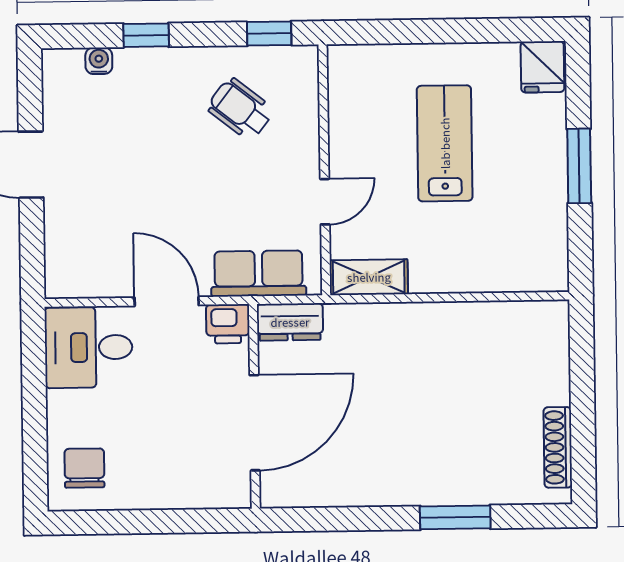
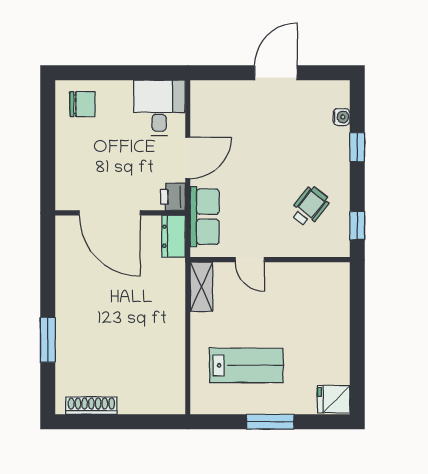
lab bench: (445, 143) -> (246, 365), moved

